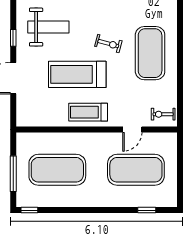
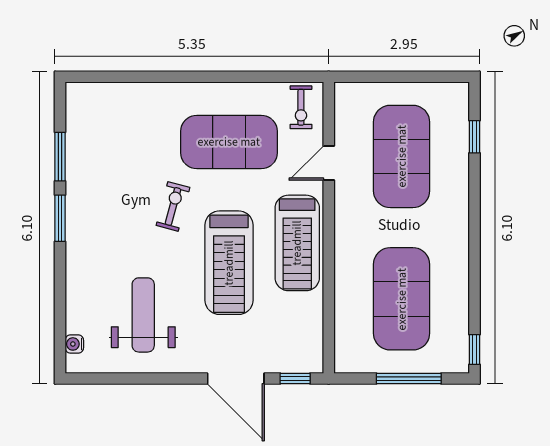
window: (13, 38) -> (295, 379), moved
exercise mat: (150, 53) -> (229, 142), moved
treadmill: (88, 112) -> (297, 243), width x1.37, depth x1.38
door: (132, 129) -> (329, 163), swing flipped

